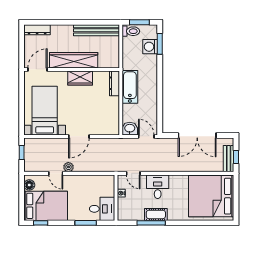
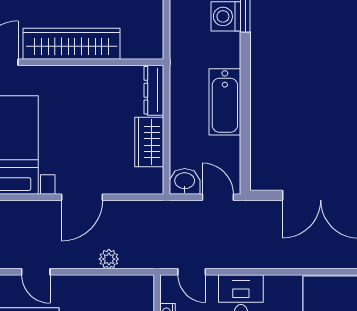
wardrobe: (80, 78) -> (149, 142), moved, turned 90
bathtub: (130, 87) -> (225, 102), moved, turned 180
plant: (68, 167) -> (109, 259), moved

